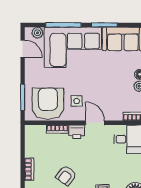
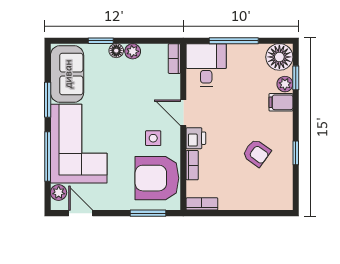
door: (23, 49) -> (81, 213), hinge flipped
door: (95, 123) -> (183, 113), hinge flipped
bookcase: (29, 169) -> (202, 204), moved

